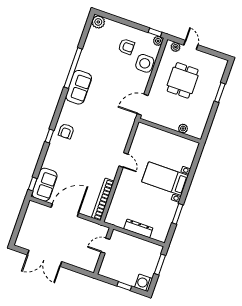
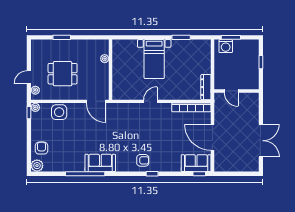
armchair: (126, 47) -> (42, 148), moved
dresser: (138, 228) -> (206, 87), moved
washing machine: (144, 283) -> (226, 46), moved

